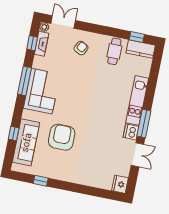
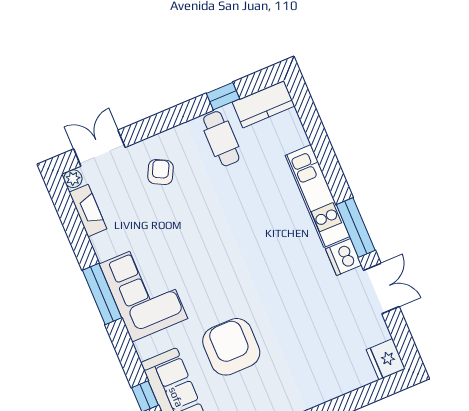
window: (137, 37) -> (223, 96), moved
window: (32, 43) -> (71, 220), removed

